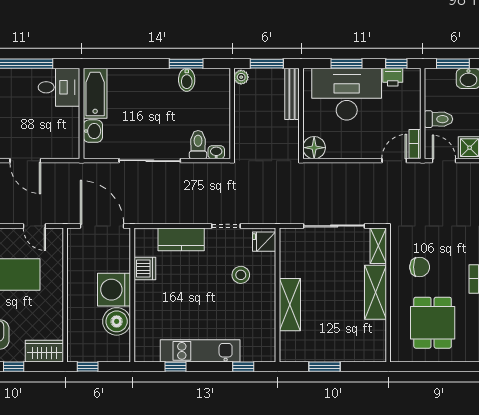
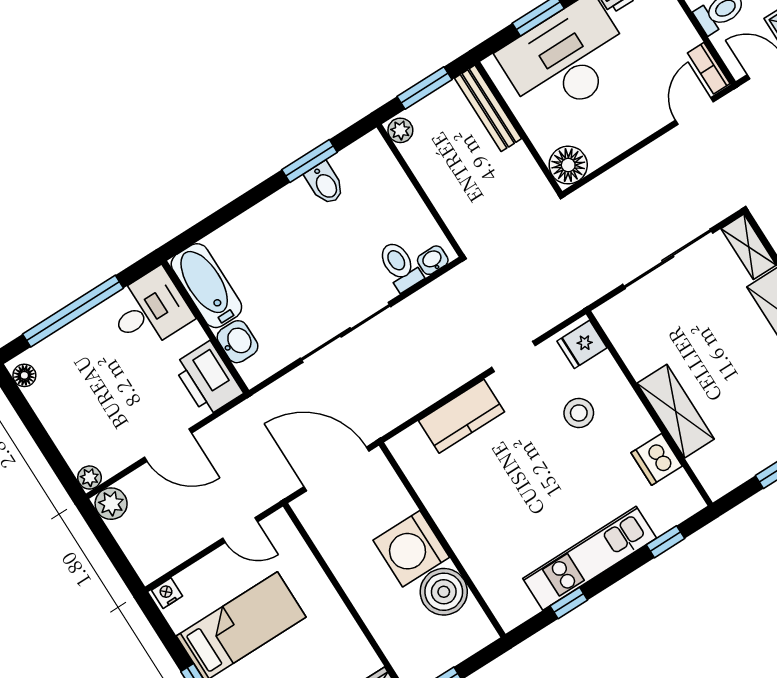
printer: (66, 140) -> (208, 379), added
dishwasher: (145, 268) -> (657, 459), moved, turned 180

